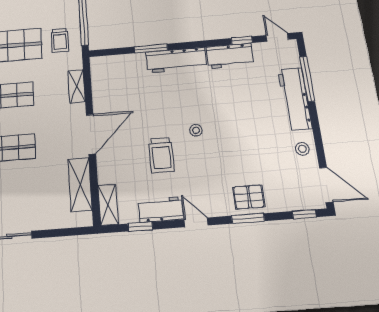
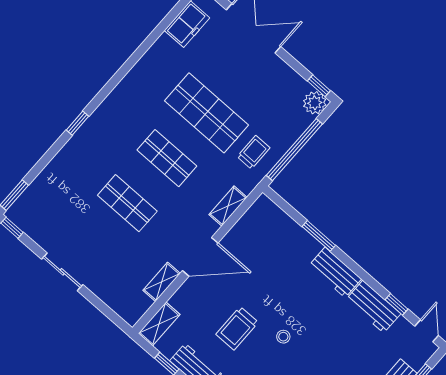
trolley: (60, 40) -> (254, 152), turned 180
workbench: (176, 60) -> (335, 272), width x0.73
shelving: (80, 184) -> (162, 282), width x0.67, depth x0.75

